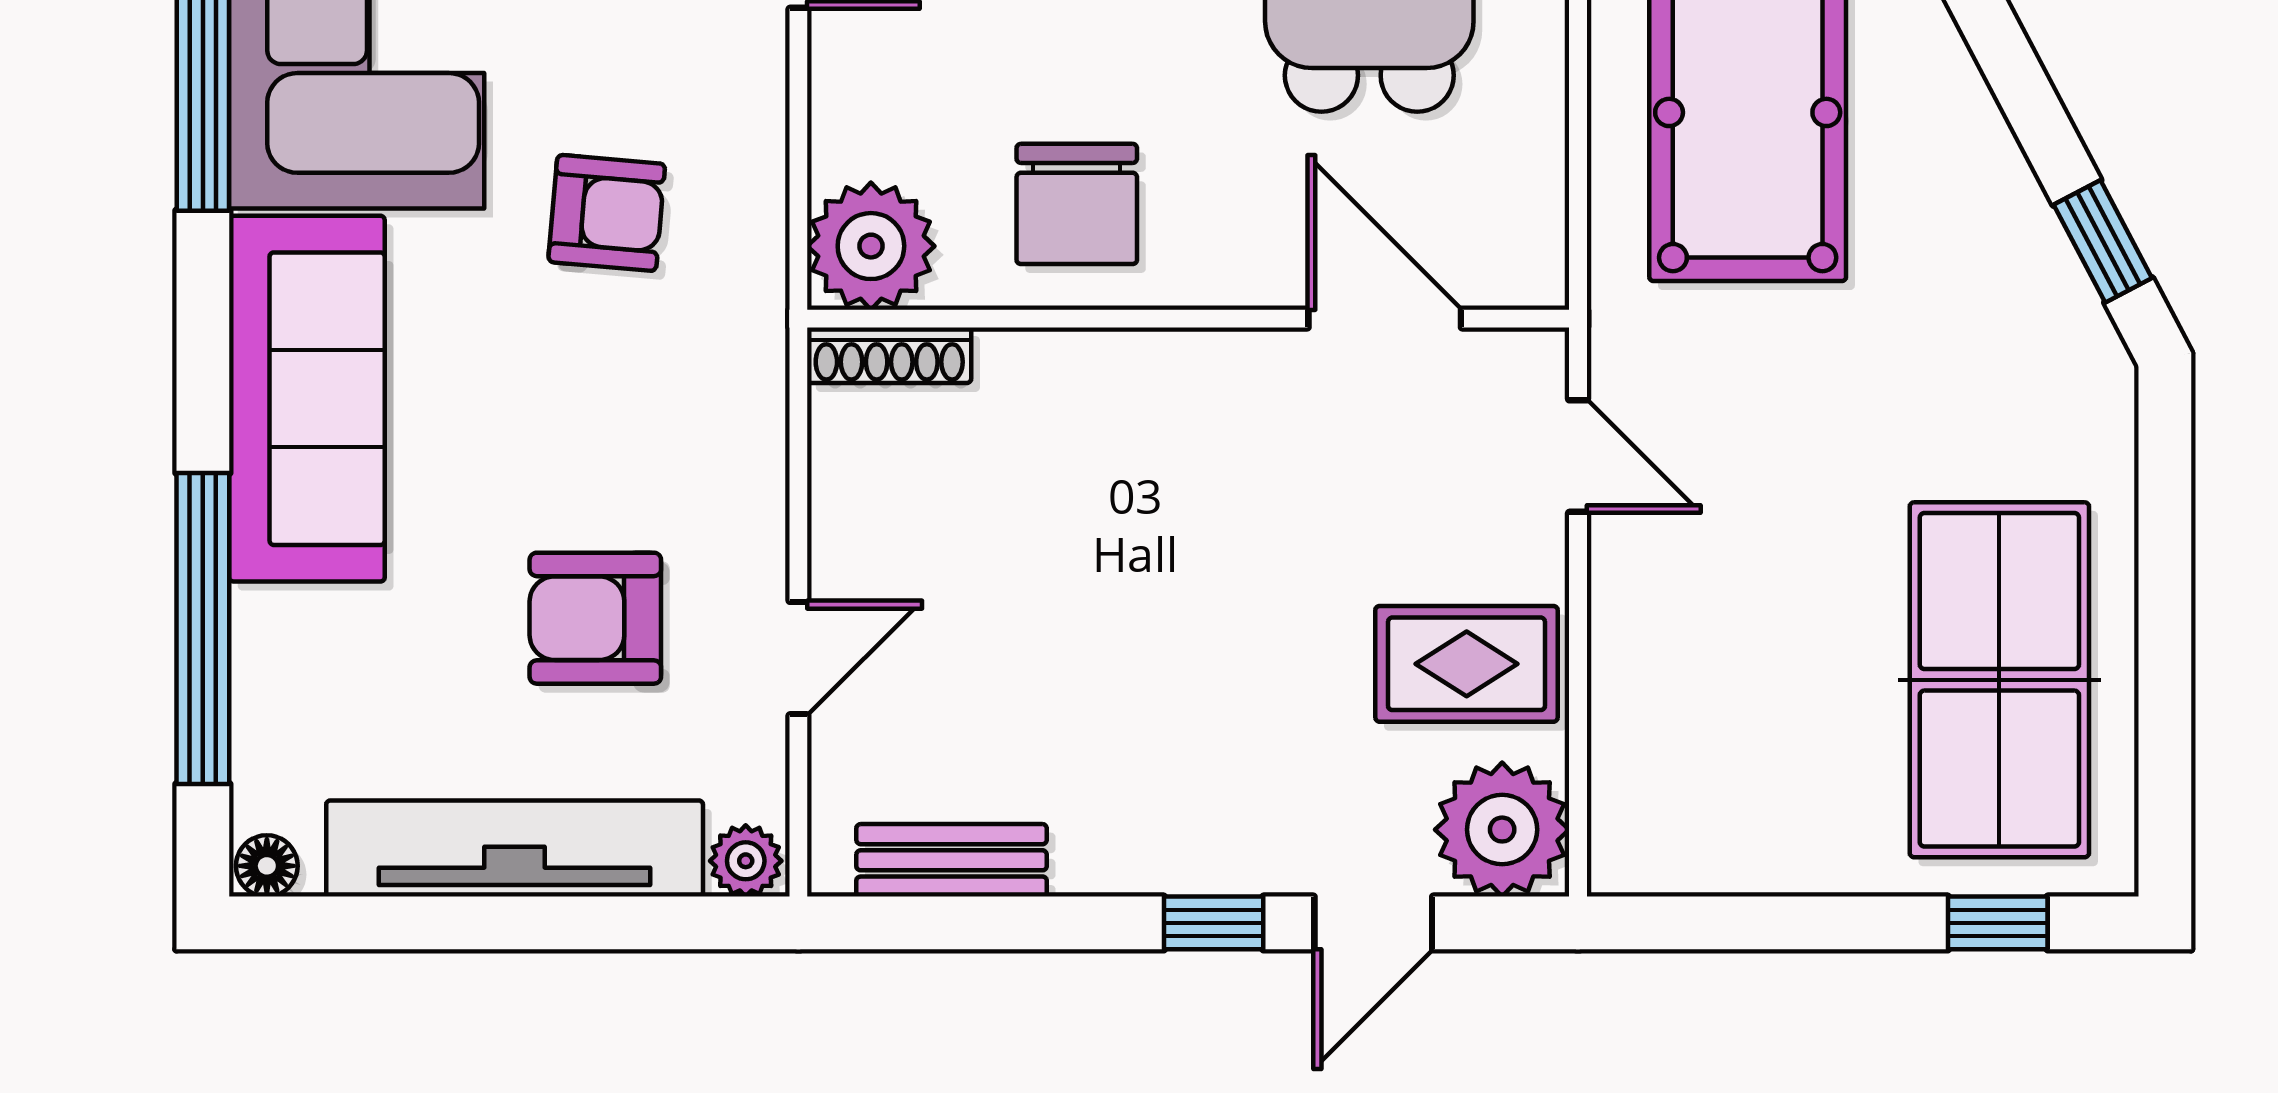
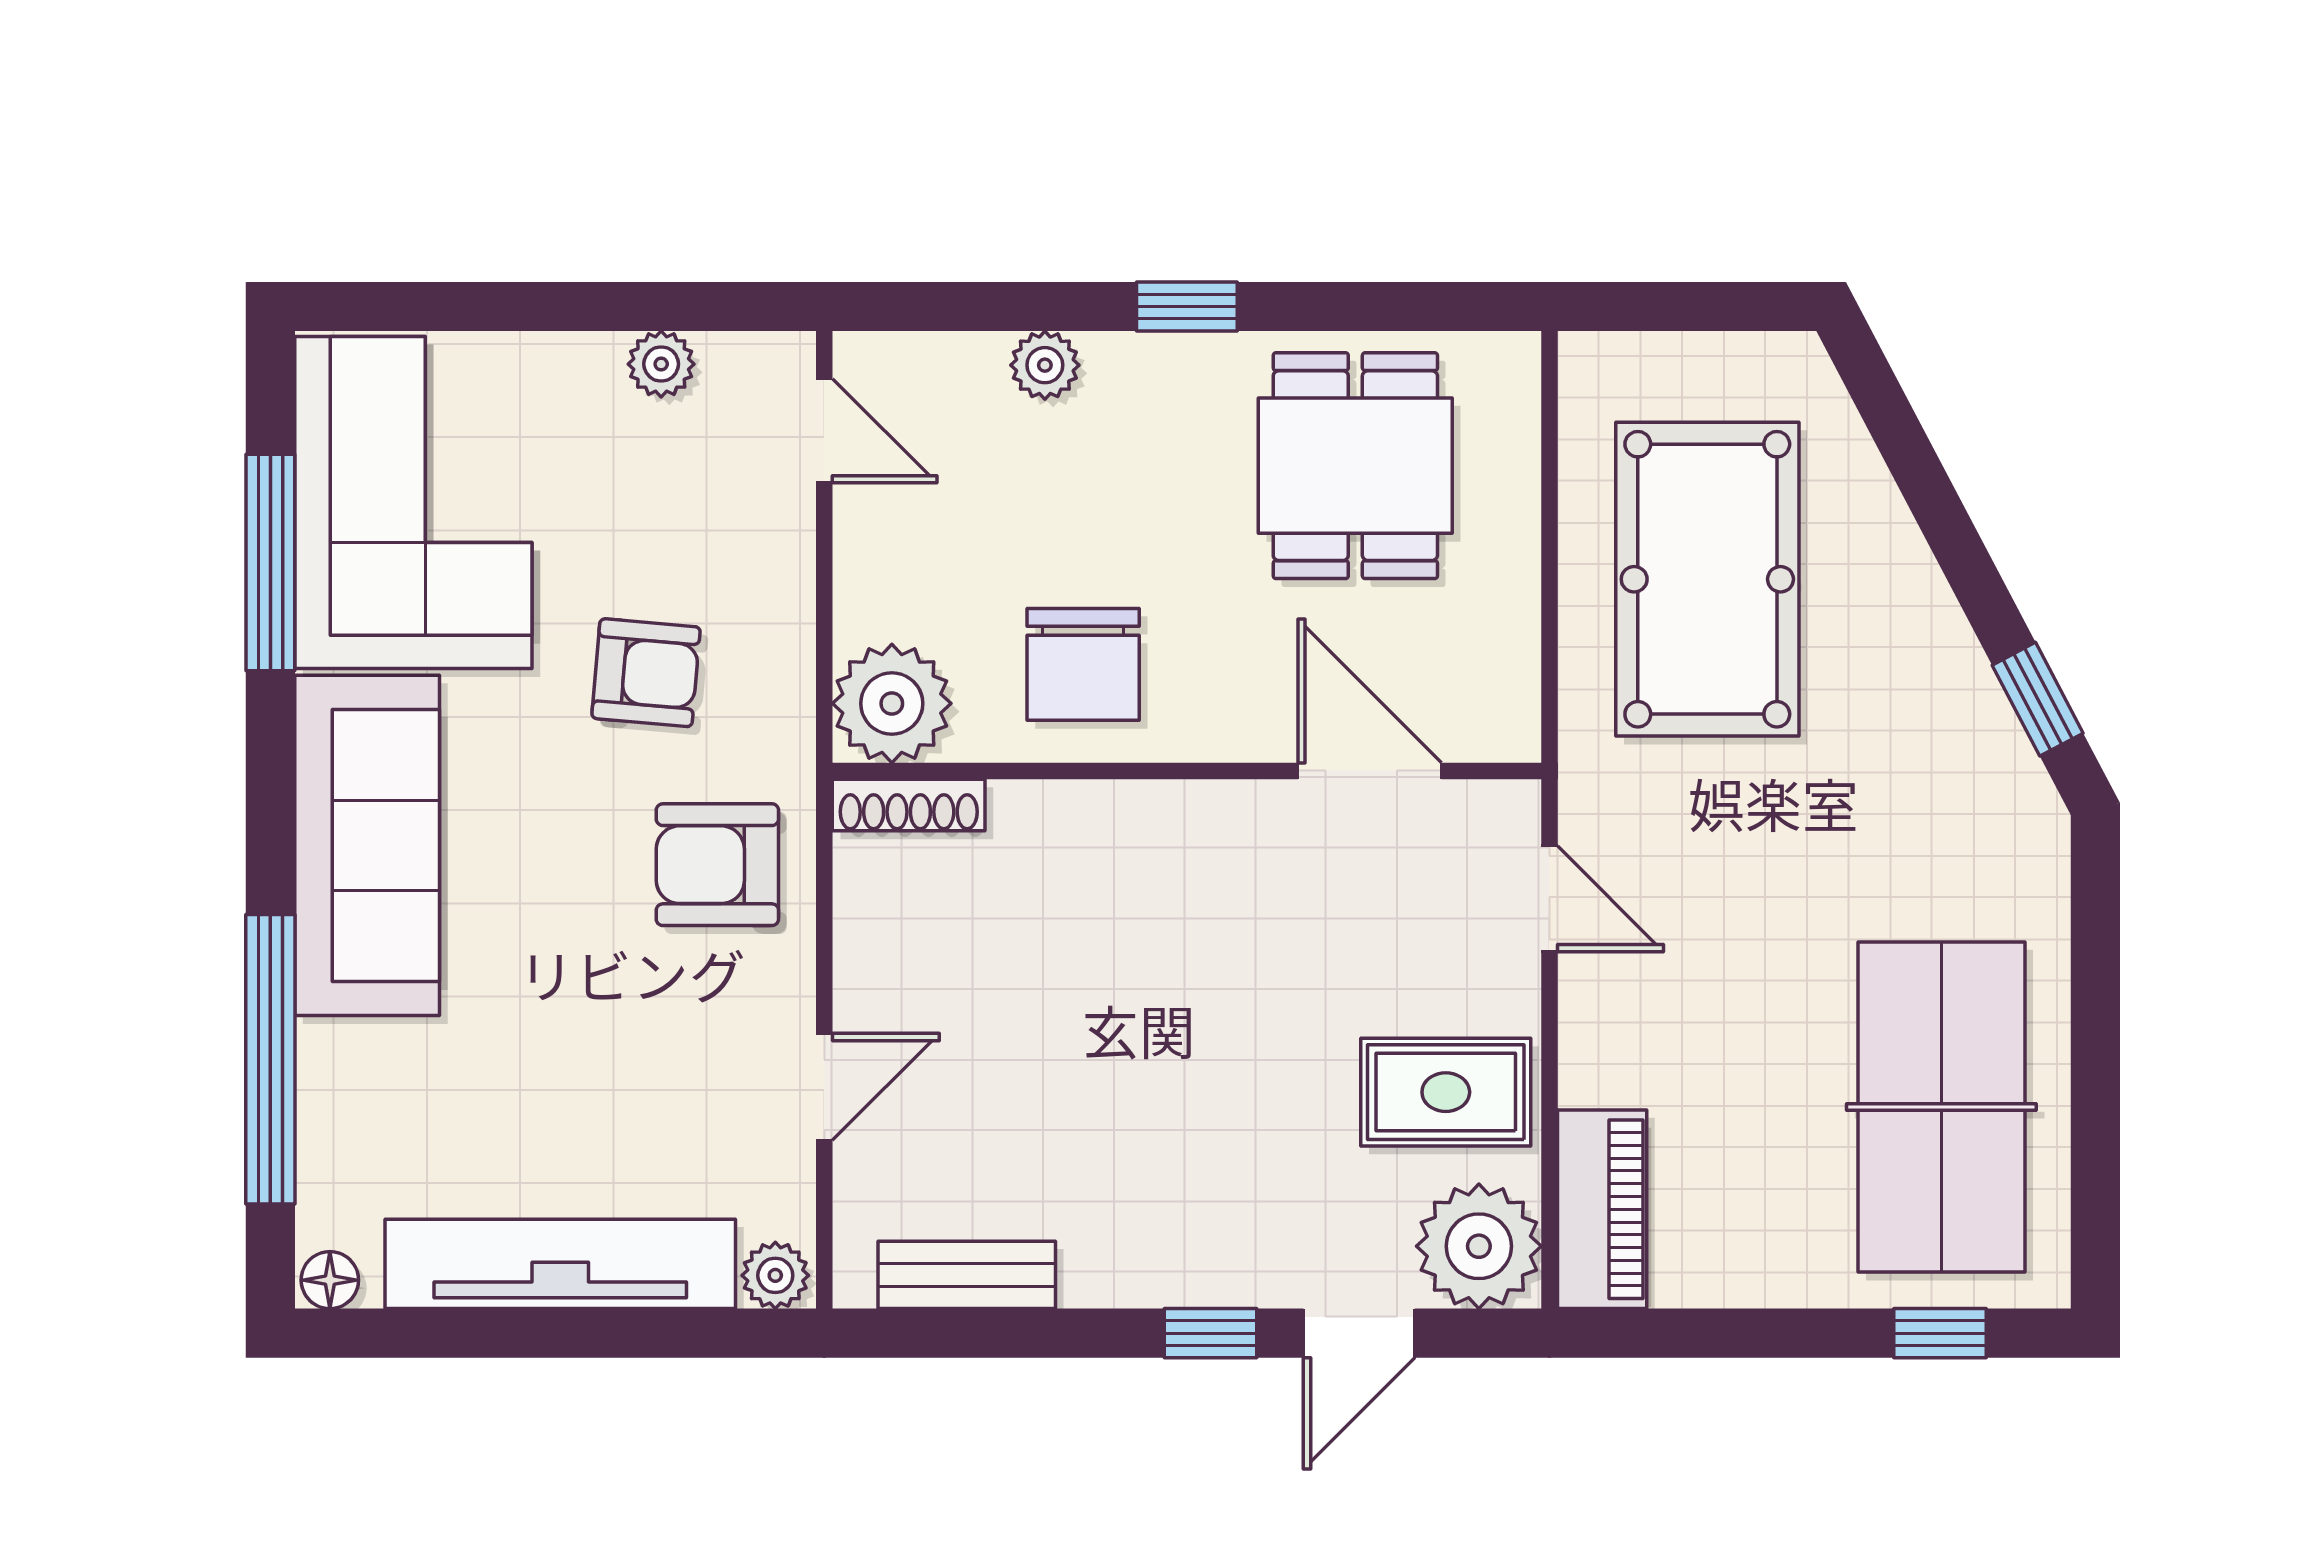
armchair: (595, 618) -> (717, 865), moved
piano: (1635, 790) -> (1602, 1209), added

